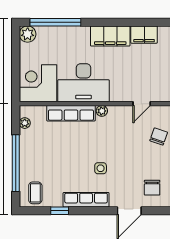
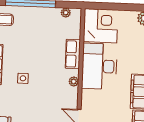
row of seats: (71, 113) -> (73, 54), width x0.68

